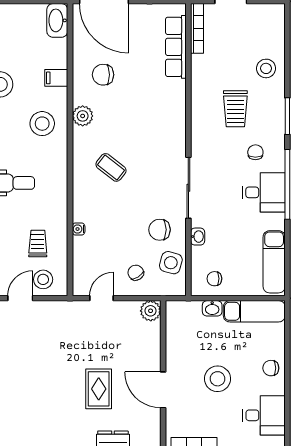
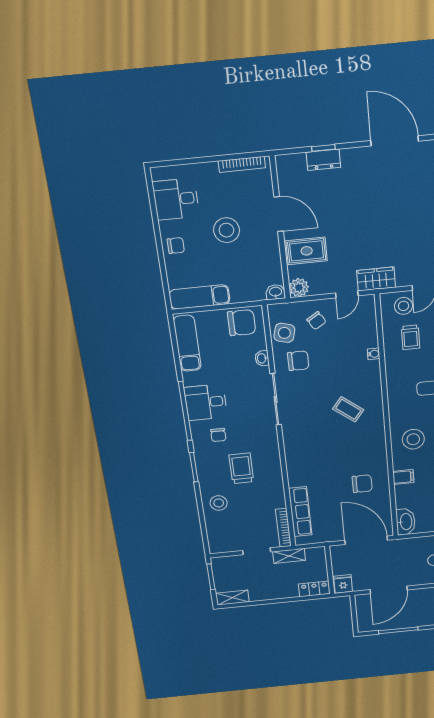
plant: (83, 116) -> (377, 449), removed
chair: (214, 279) -> (241, 323), width x1.87, depth x1.87
washbasin: (212, 308) -> (276, 292), moved
wardrobe: (70, 312) -> (376, 279), added
rug: (99, 389) -> (307, 251), moved, turned 90

